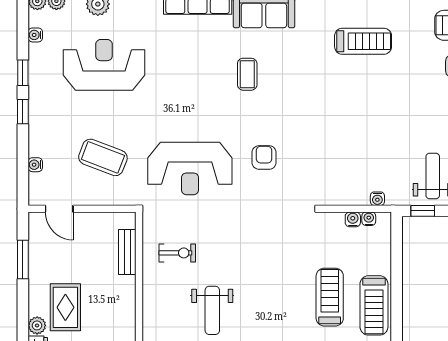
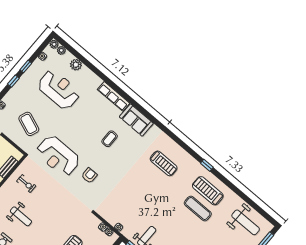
weight bench: (212, 310) -> (21, 216), turned -90

